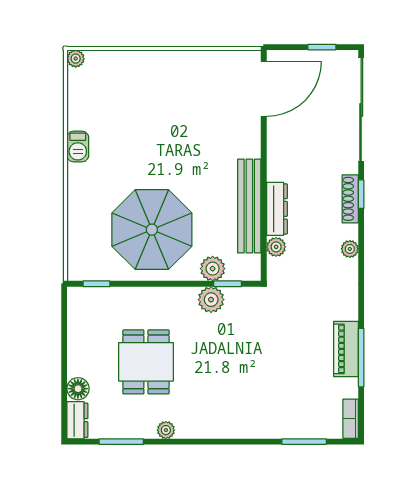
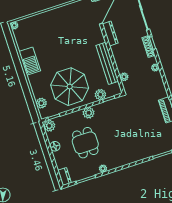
barbecue: (78, 146) -> (30, 61), width x1.88, depth x1.53
dresser: (277, 209) -> (110, 34), moved
plant: (79, 245) -> (41, 103), added
plant: (80, 300) -> (49, 126), added
plant: (211, 300) -> (89, 113), moved
floor lamp: (78, 389) -> (55, 146), moved

